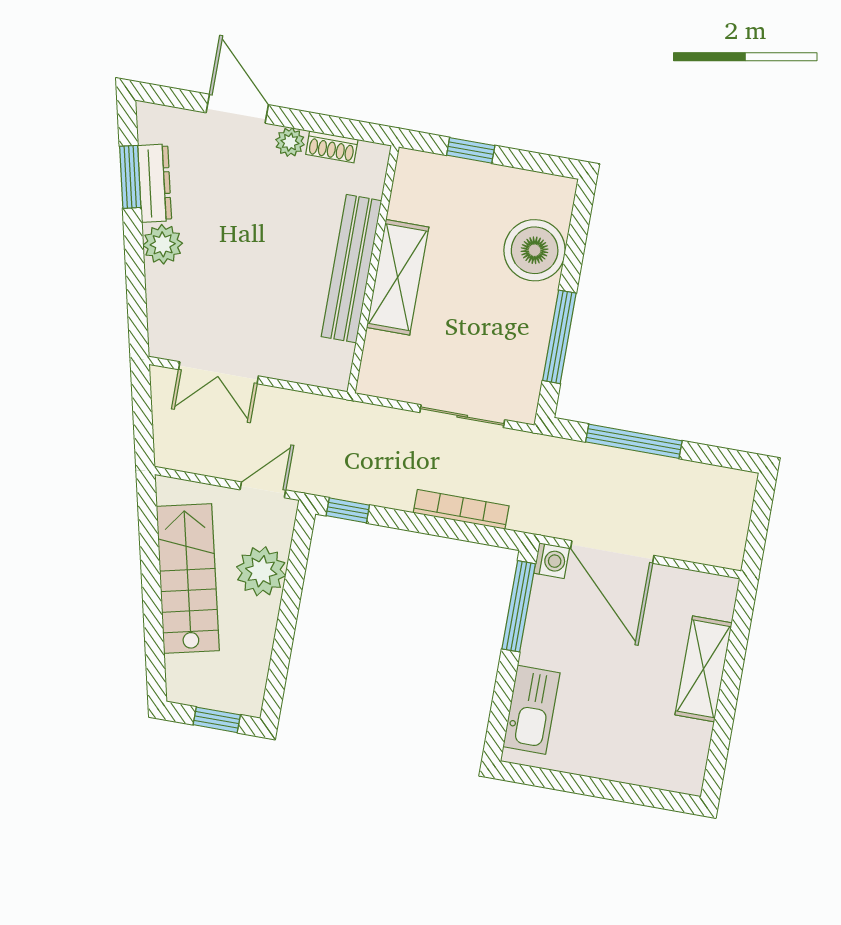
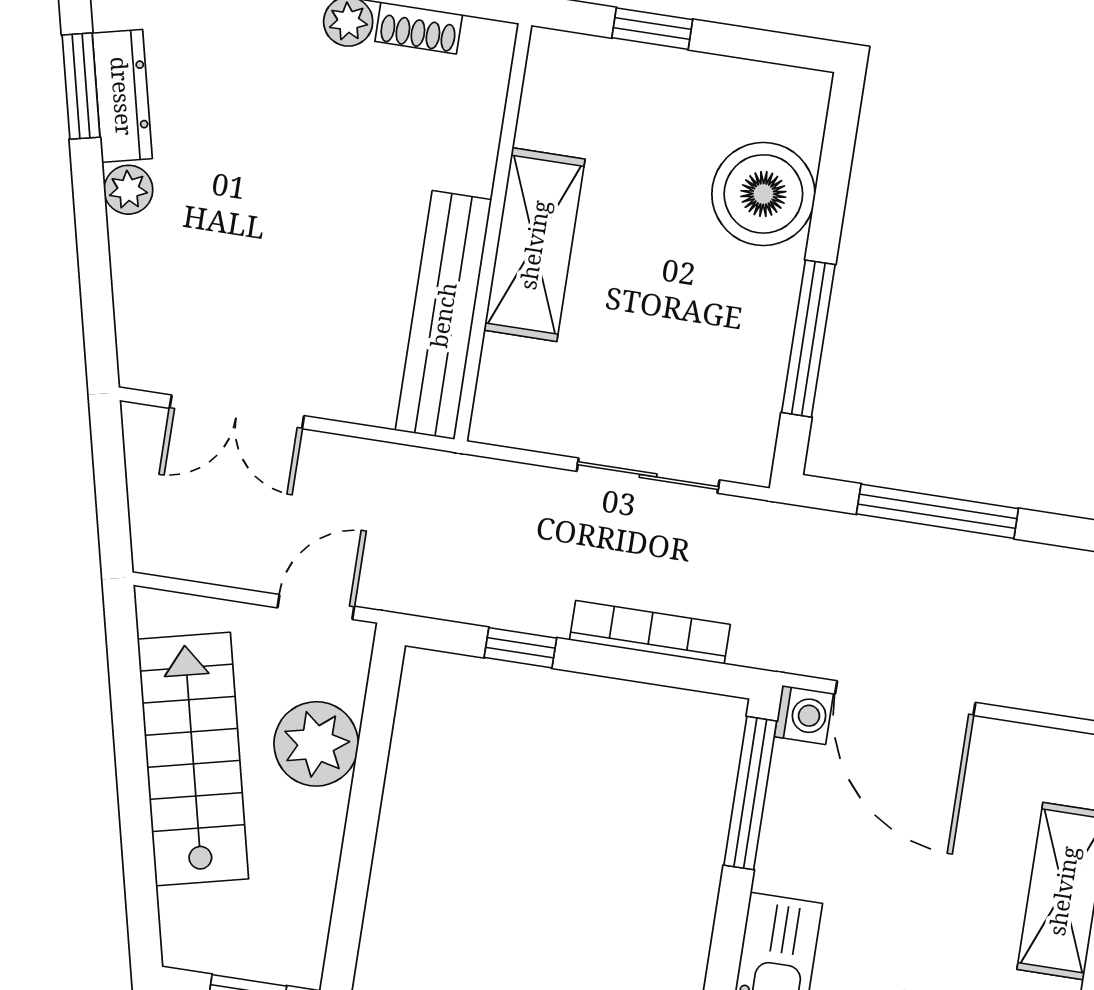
plant: (163, 244) -> (128, 190), width x0.73, depth x0.73
bench: (351, 269) -> (443, 315), moved
window: (348, 510) -> (520, 648), moved

